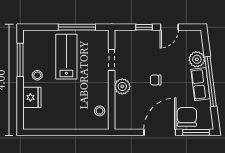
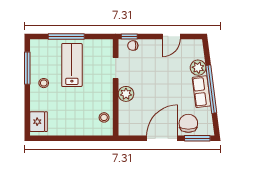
window: (77, 27) -> (66, 36), moved
window: (144, 27) -> (129, 36), moved
chair: (156, 80) -> (133, 46), moved
fridge: (32, 97) -> (39, 122), moved

